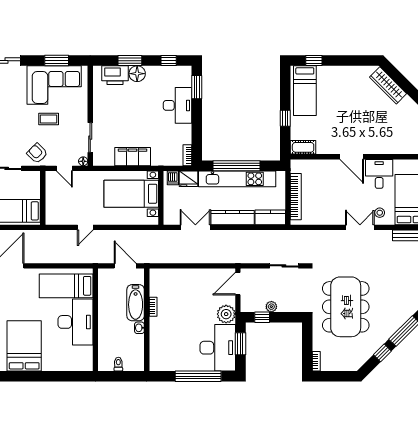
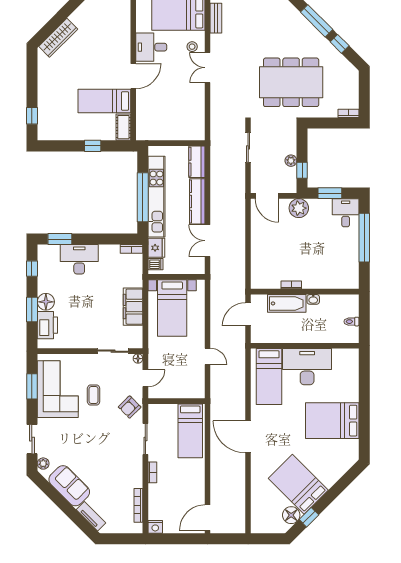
bed: (305, 91) -> (104, 101), moved, turned 180
bookcase: (296, 197) -> (175, 135), removed
desk: (218, 348) -> (346, 213), width x0.53, depth x0.77

